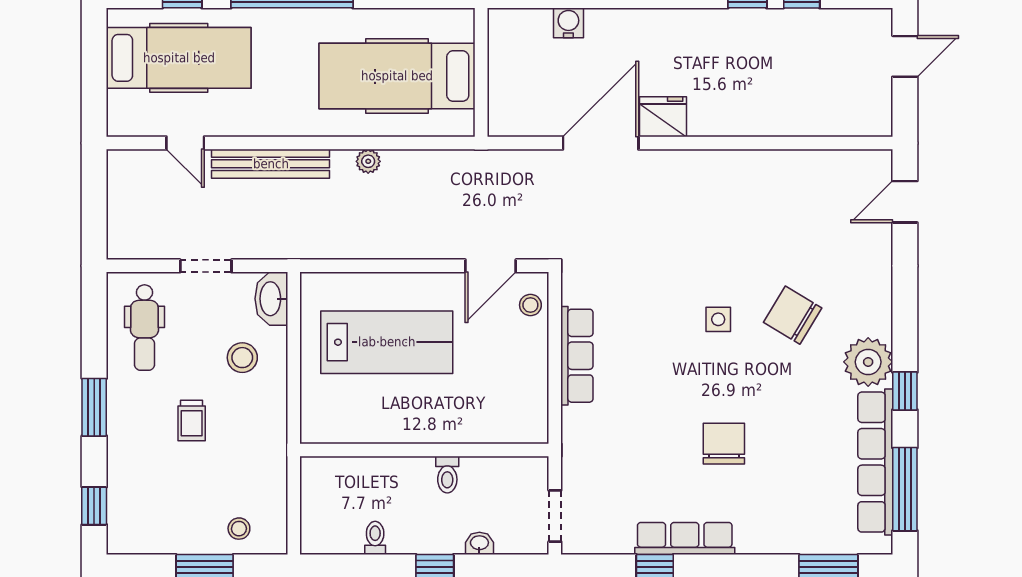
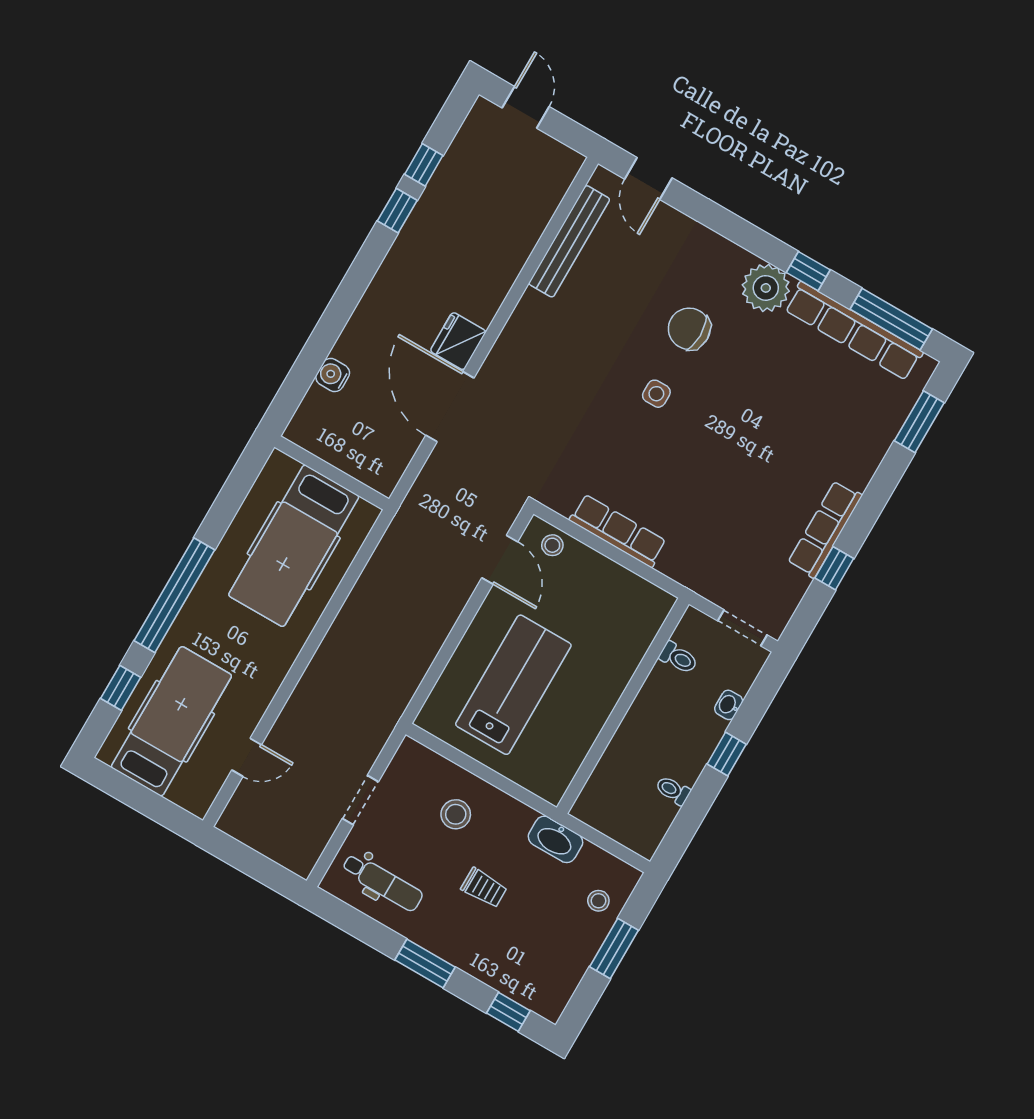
plant: (368, 161) -> (352, 612), removed
bench: (271, 164) -> (569, 241), moved
washbasin: (271, 299) -> (556, 839), moved
chair: (793, 315) -> (689, 329), turned 59
chair: (724, 444) -> (764, 450), removed
toilet: (447, 475) -> (678, 658), moved

